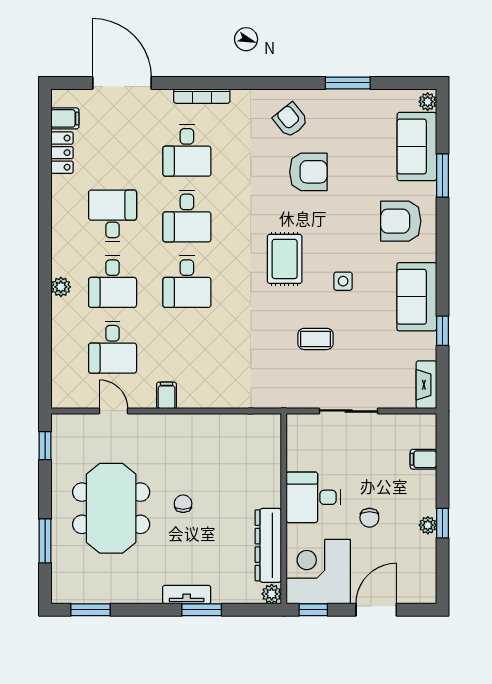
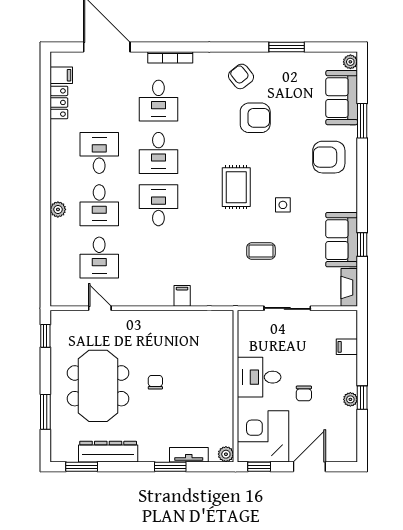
desk: (187, 282) -> (158, 205), turned 180
sofa: (417, 297) -> (342, 240), moved
filing cabinet: (167, 395) -> (182, 296), moved
dresser: (268, 545) -> (108, 452), moved, turned 90
tv unit: (187, 595) -> (189, 455), moved

